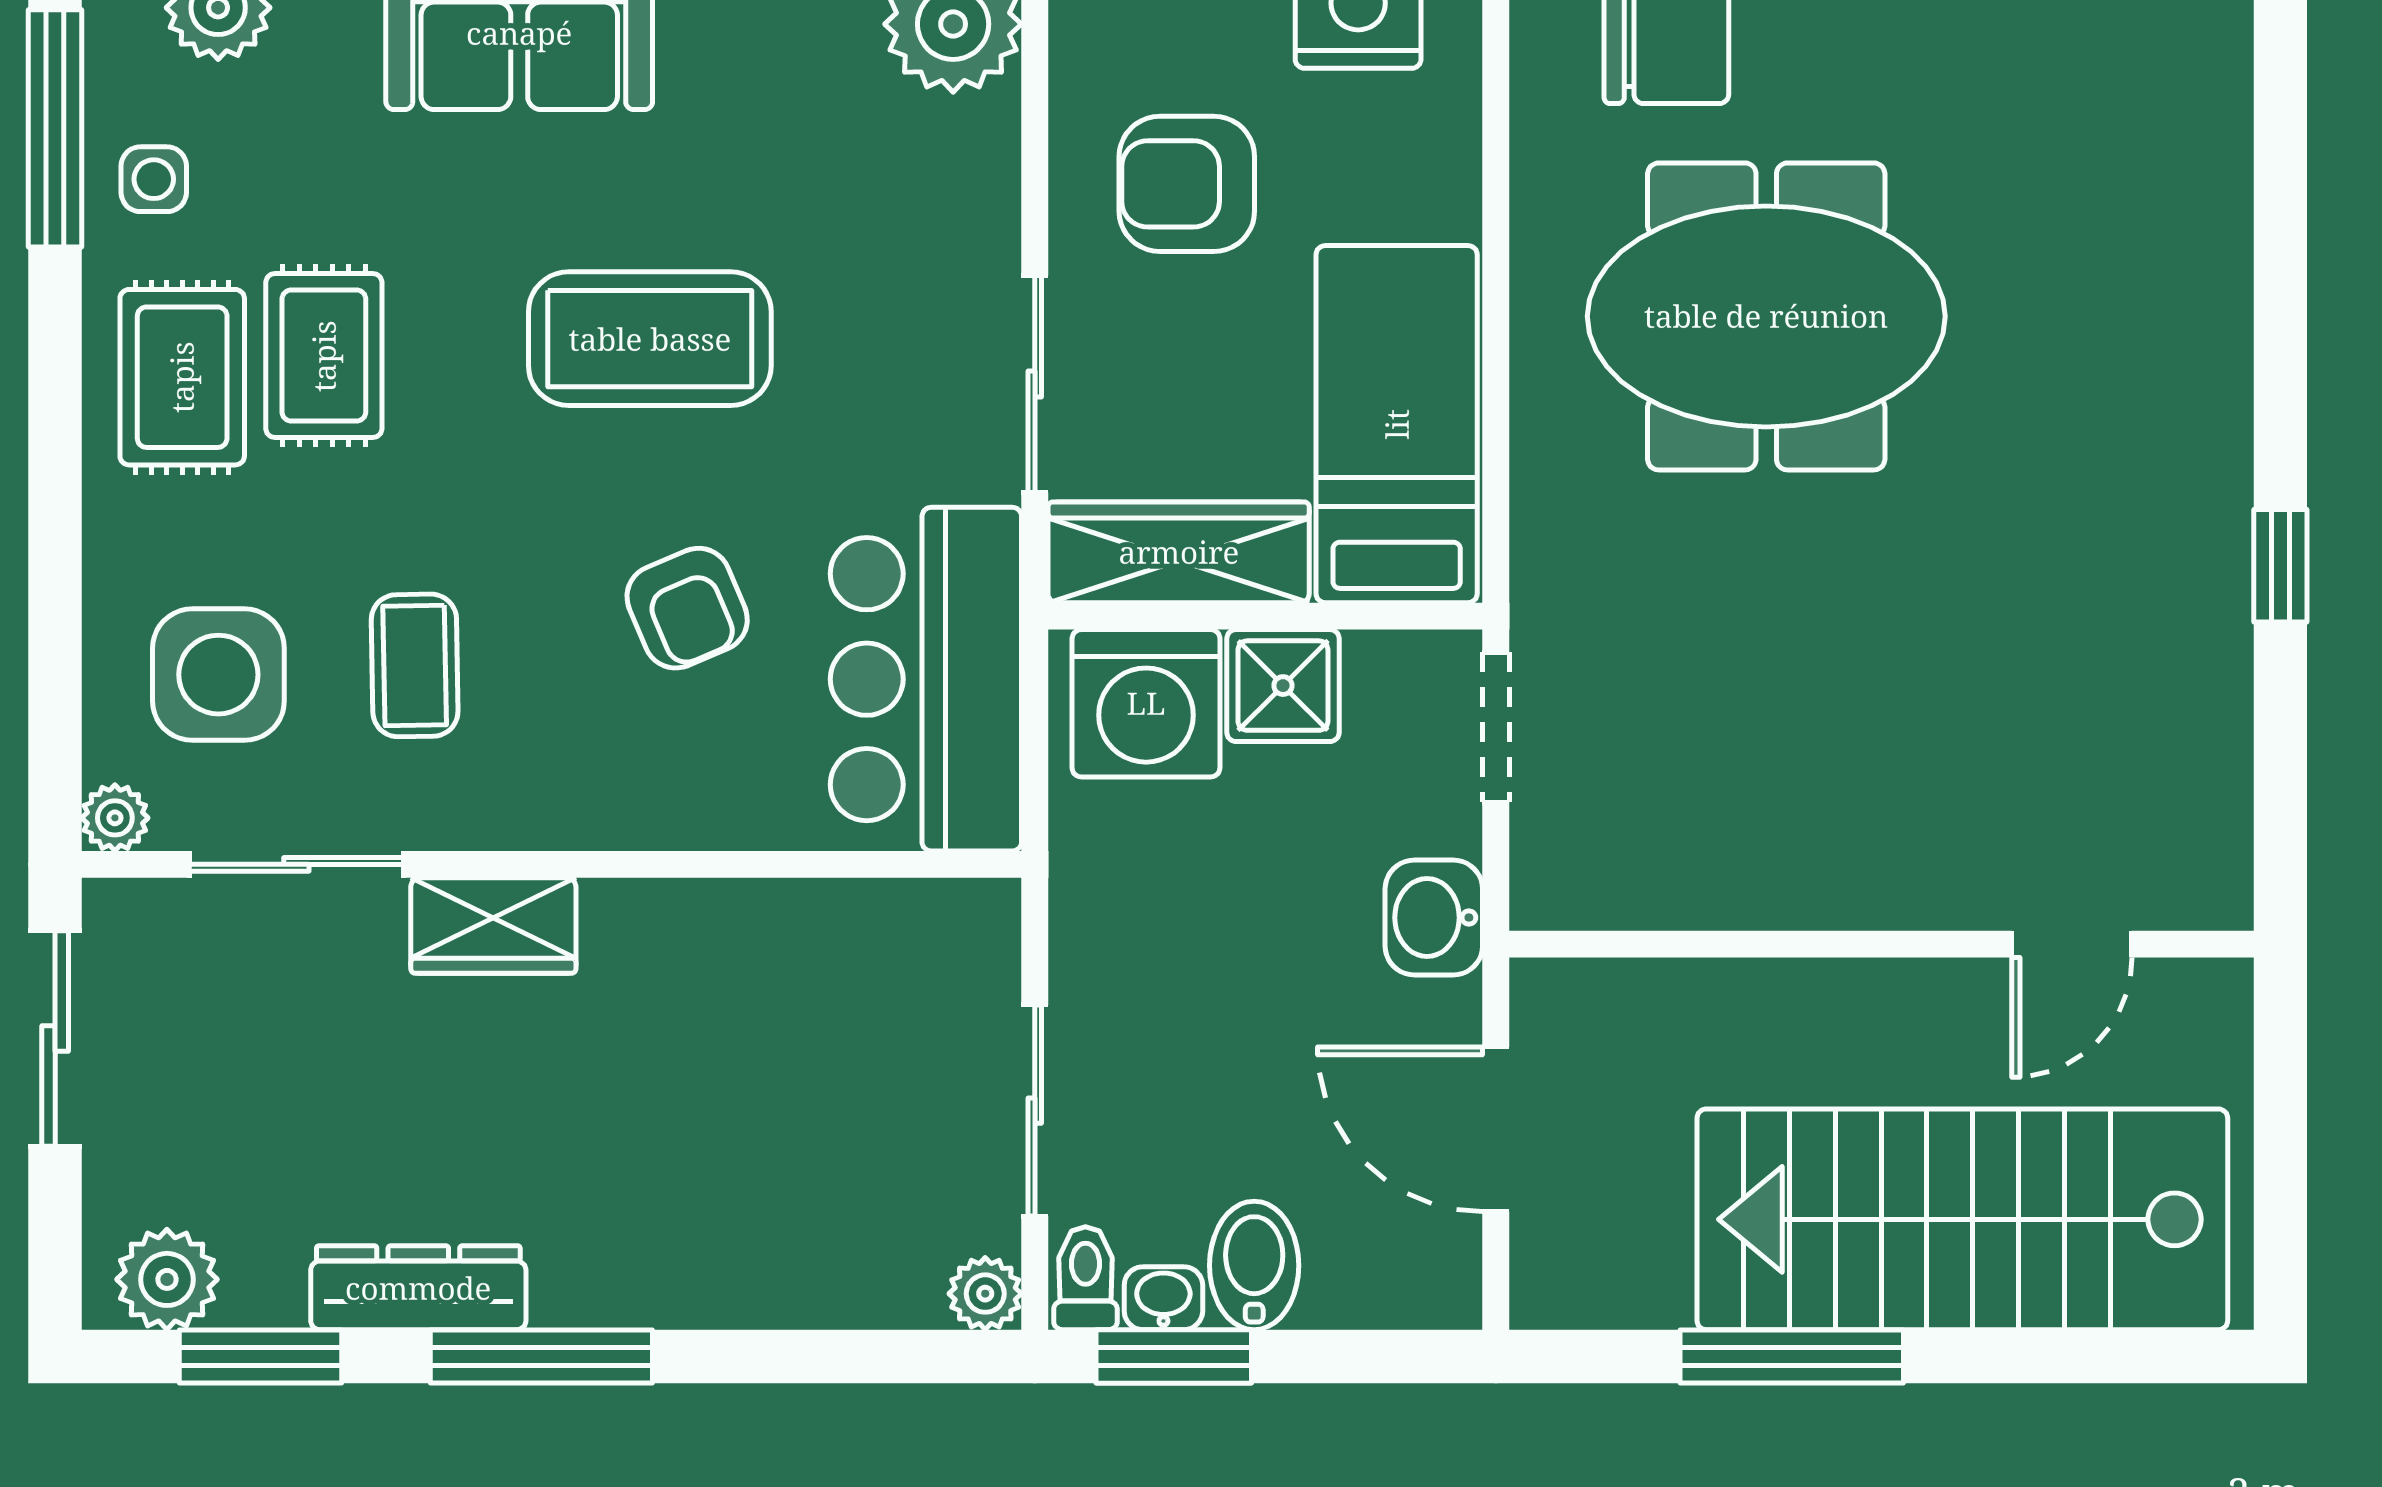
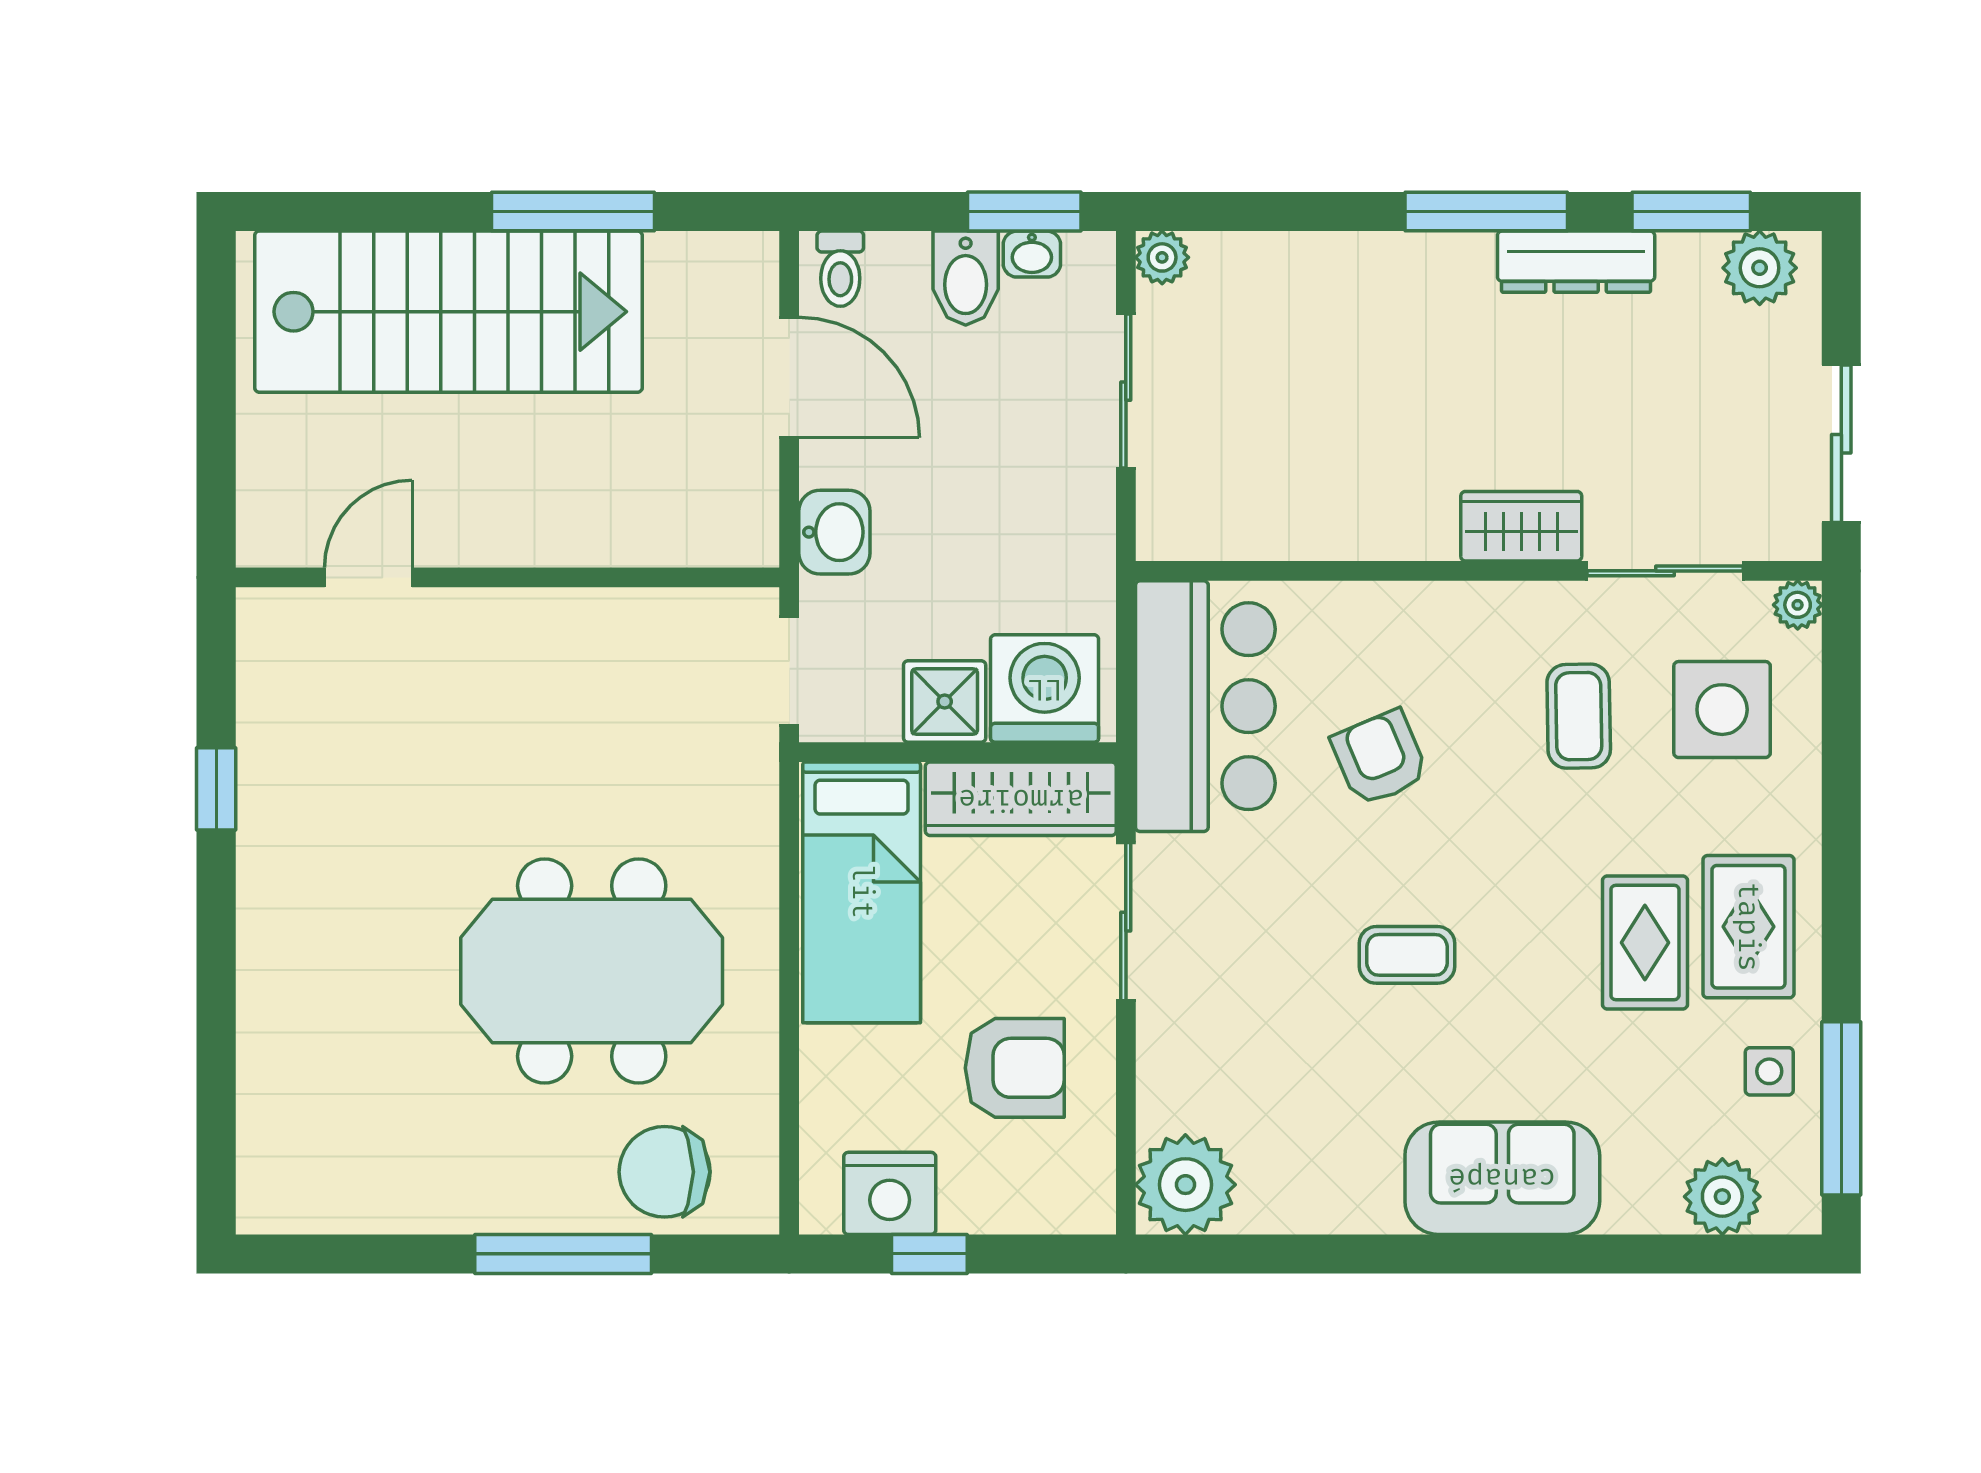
coffee table: (650, 339) -> (1407, 955), width x0.54, depth x0.58
wall: (1881, 944) -> (508, 577), moved
door: (2072, 944) -> (368, 577), moved
toilet: (1085, 1278) -> (840, 269), moved

